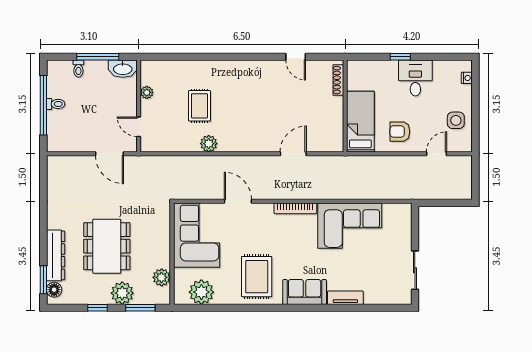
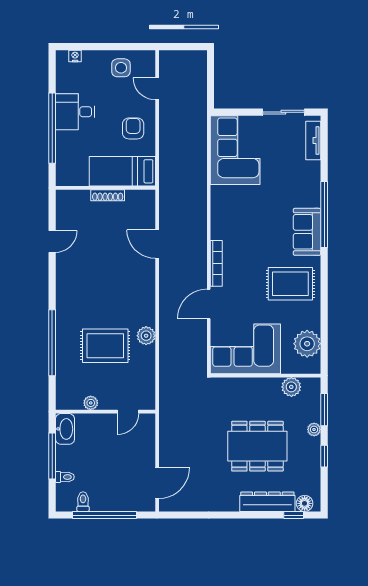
window: (202, 57) -> (52, 343), added
window: (400, 57) -> (52, 128), width x3.17
shoe rack: (338, 80) -> (108, 195), moved
toilet: (56, 104) -> (83, 502), moved
rug: (199, 106) -> (105, 346), width x1.36, depth x1.43
armchair: (400, 132) -> (133, 128), turned 180
door: (110, 154) -> (157, 483), moved
bookcase: (295, 208) -> (216, 263), moved
corner sofa: (350, 226) -> (235, 150), moved
window: (43, 280) -> (294, 515), width x0.67
plant: (122, 293) -> (314, 429), width x0.53, depth x0.53
tv unit: (345, 298) -> (313, 140), moved
window: (320, 308) -> (324, 215), added

